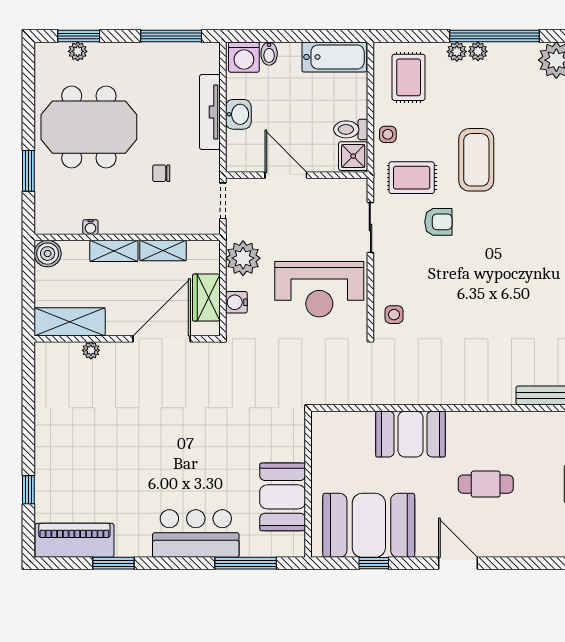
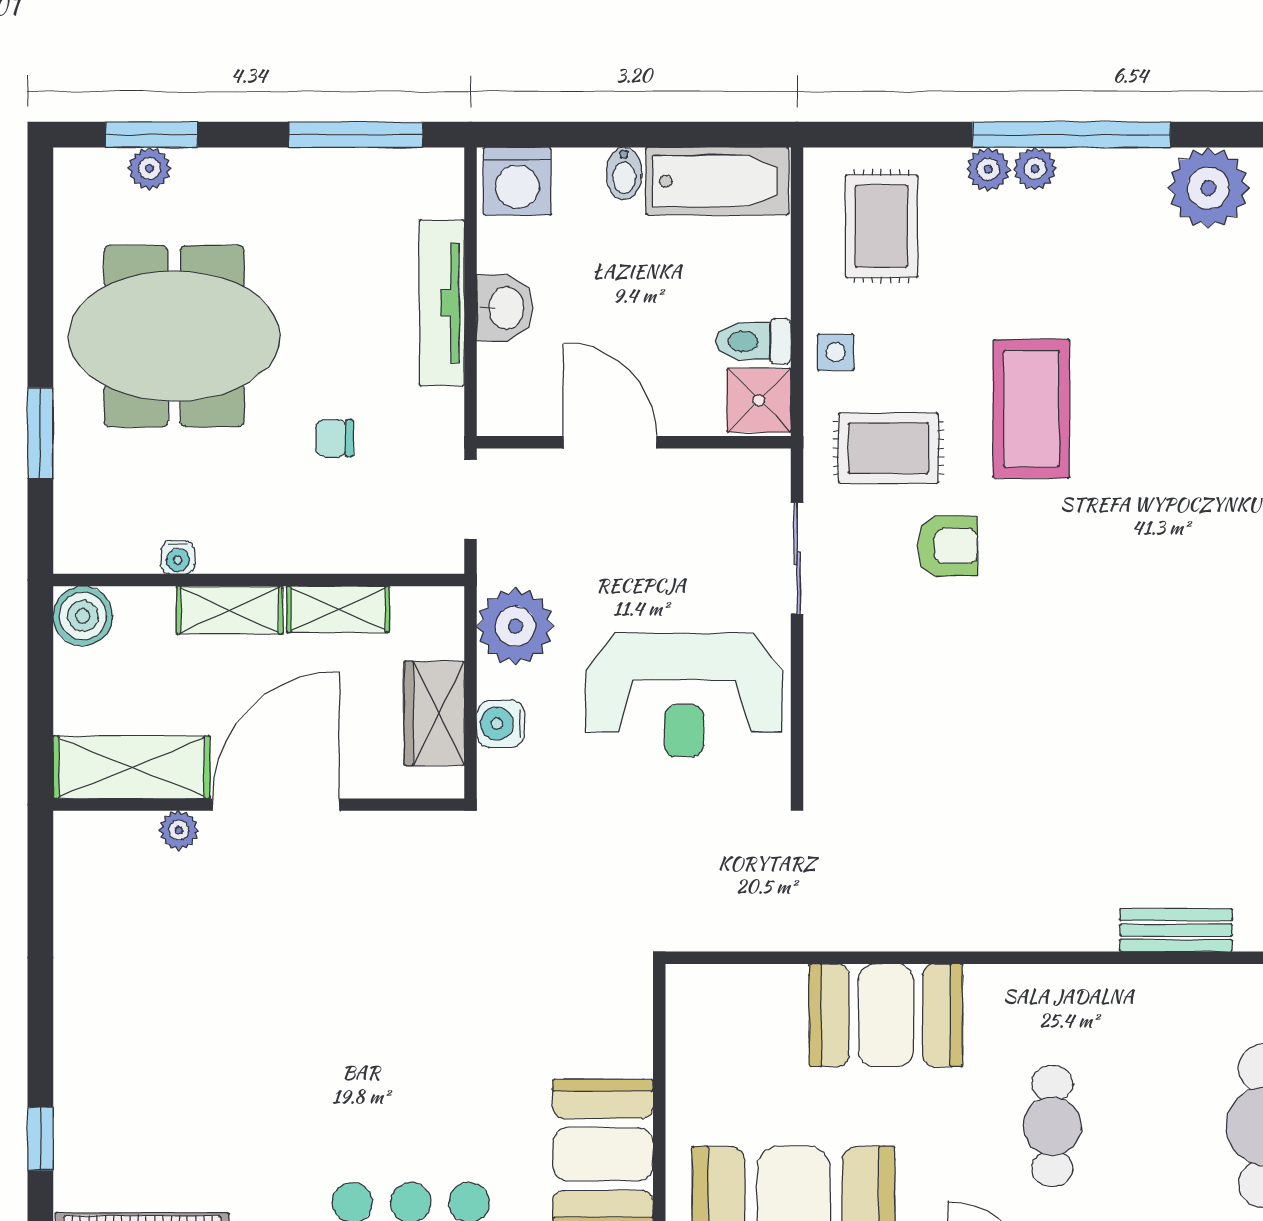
bidet: (269, 54) -> (624, 174), moved
side table: (394, 315) -> (849, 751), removed
door: (162, 339) -> (276, 805), moved
cafe table: (486, 484) -> (1052, 1126), turned 90

